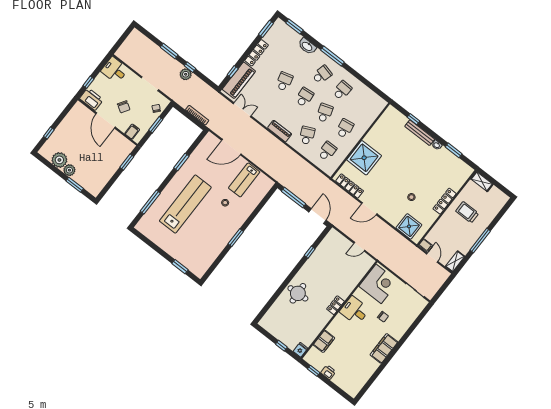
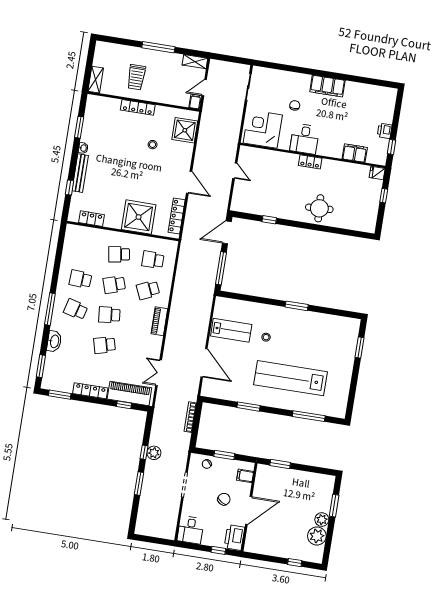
locker: (382, 123) -> (92, 219), added

